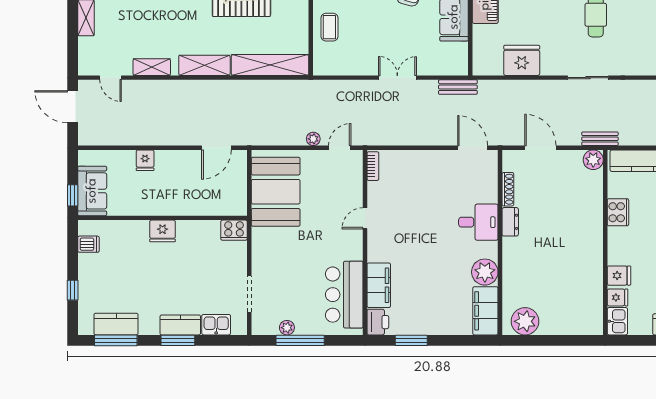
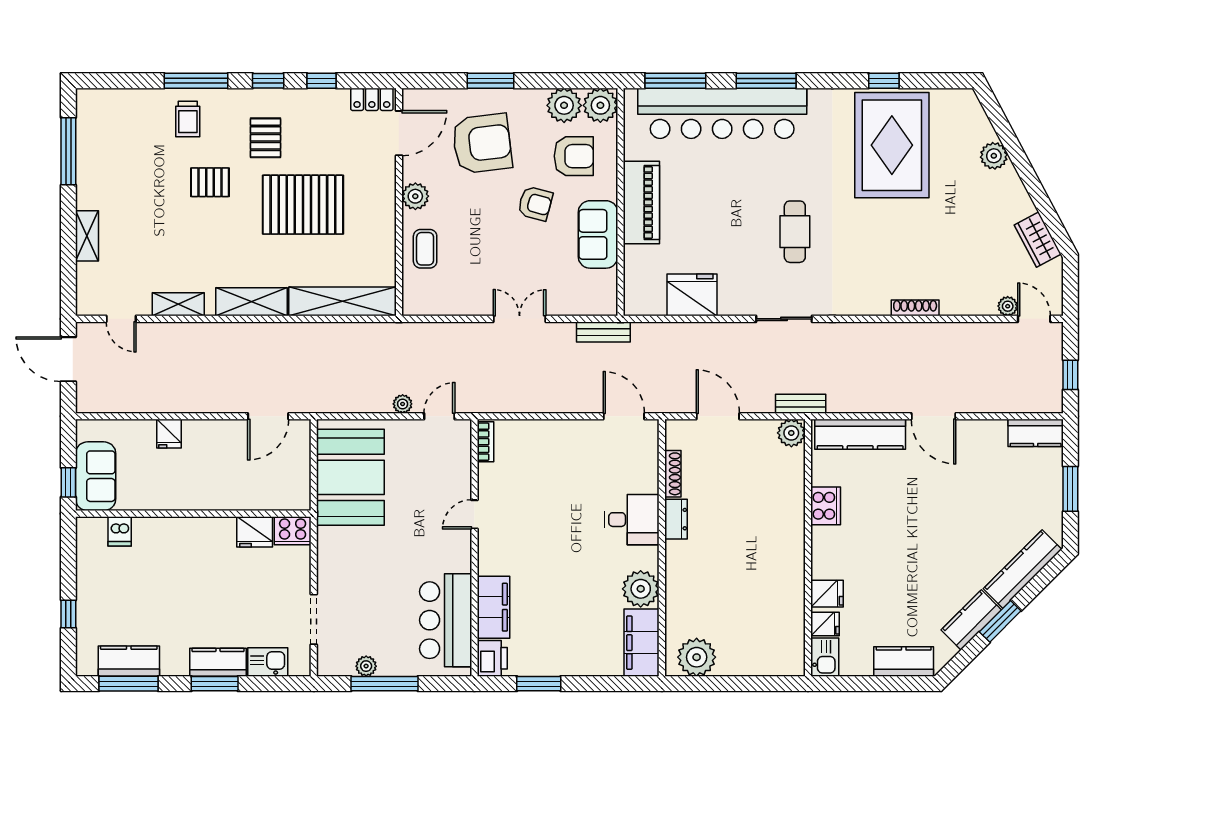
fridge: (162, 231) -> (255, 532), moved
dishwasher: (88, 244) -> (120, 531), moved, turned 90

